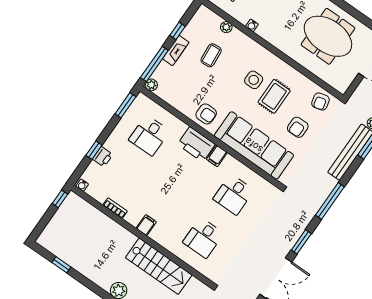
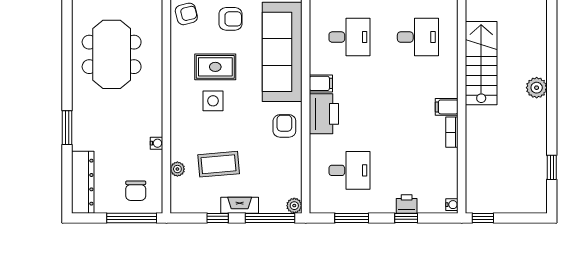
coffee table: (211, 55) -> (219, 164), width x1.36, depth x1.30
window: (125, 105) -> (352, 218), moved
bookcase: (115, 208) -> (452, 132), moved

